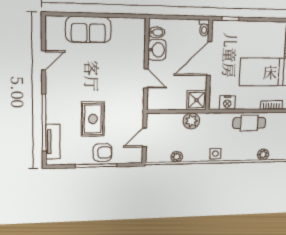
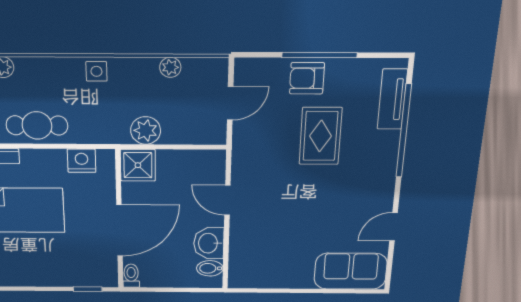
sofa: (88, 30) -> (351, 271), moved

